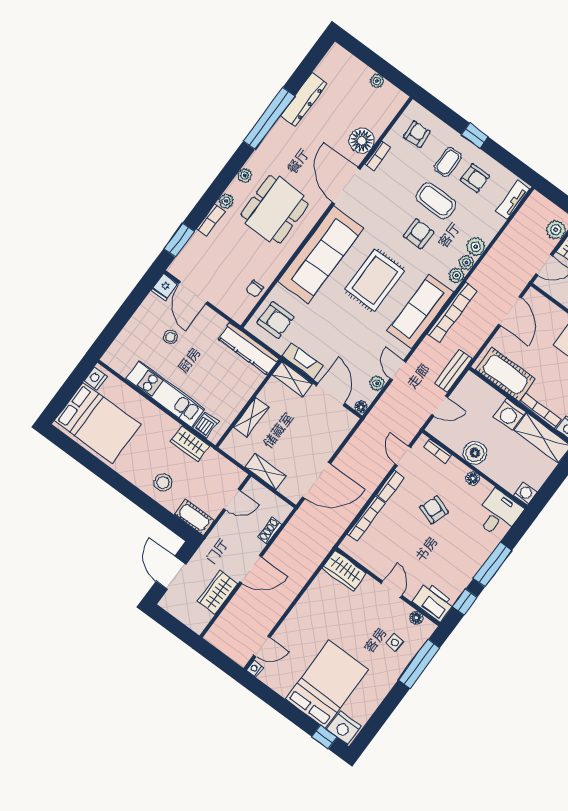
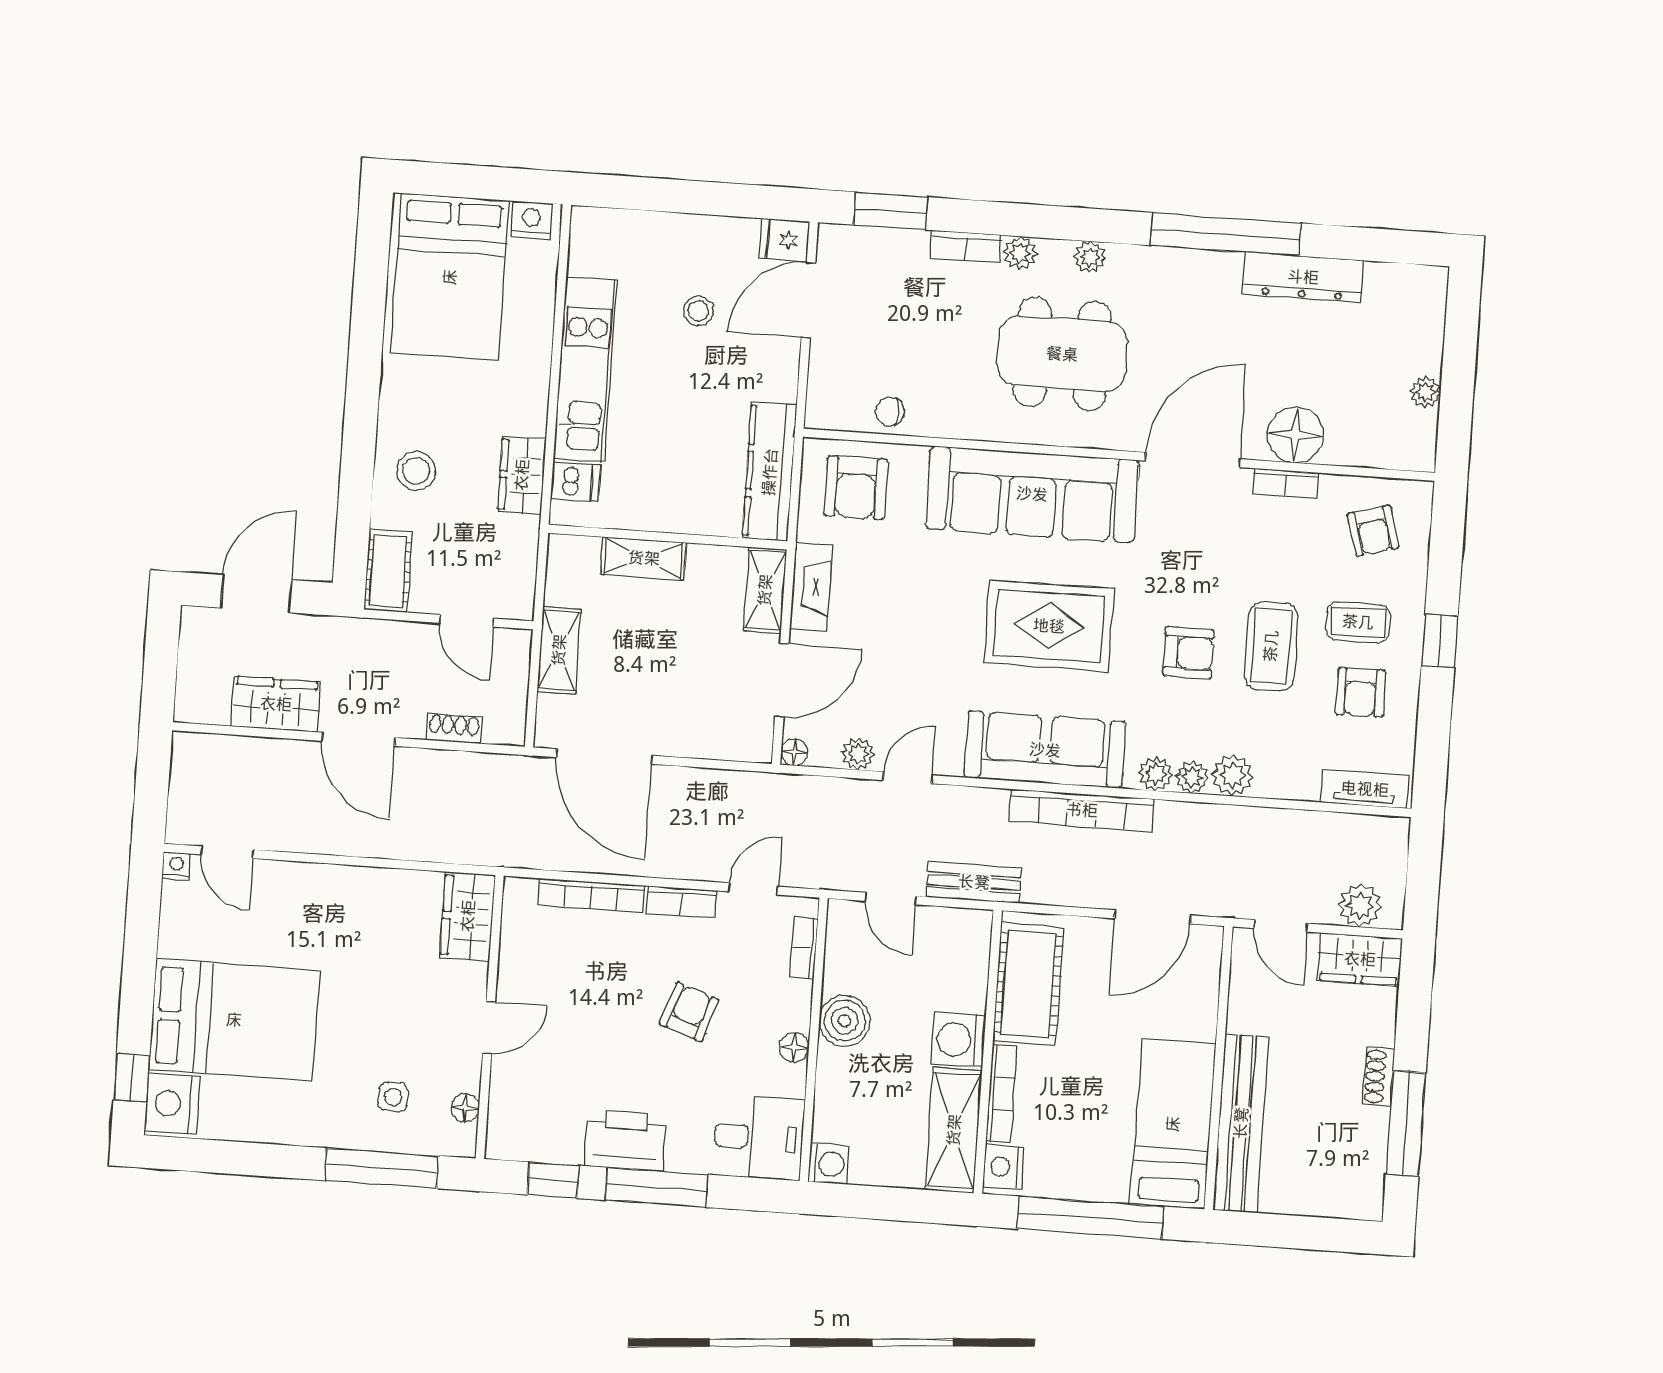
armchair: (417, 134) -> (1373, 531), turned 77
printer: (433, 602) -> (625, 1140), moved, turned -90

